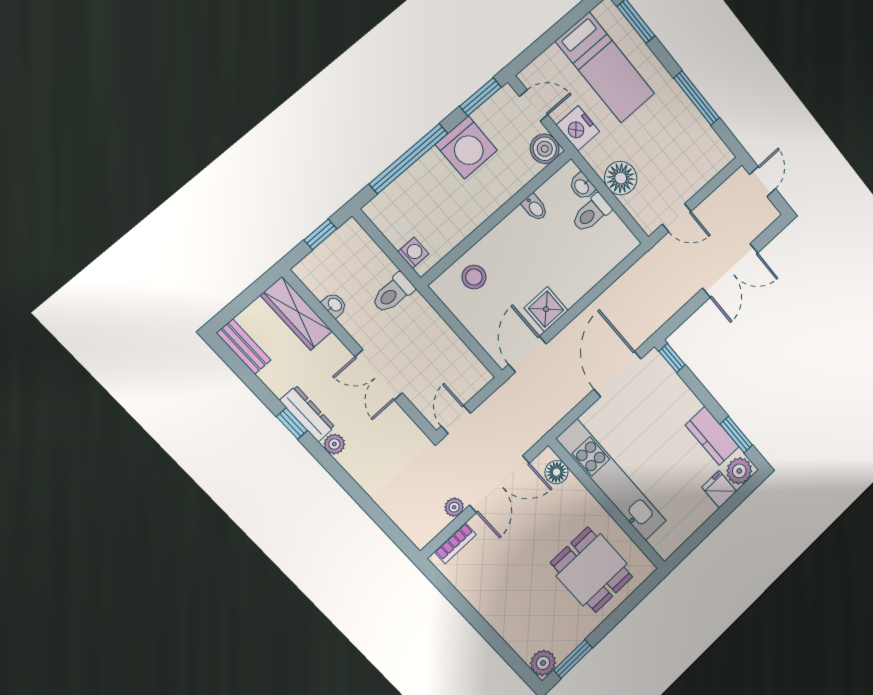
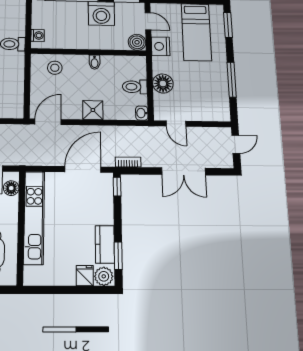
washbasin: (582, 186) -> (142, 113), moved
bidet: (535, 208) -> (95, 62), moved
shower: (546, 309) -> (93, 110), moved
bookcase: (661, 317) -> (128, 162), added

